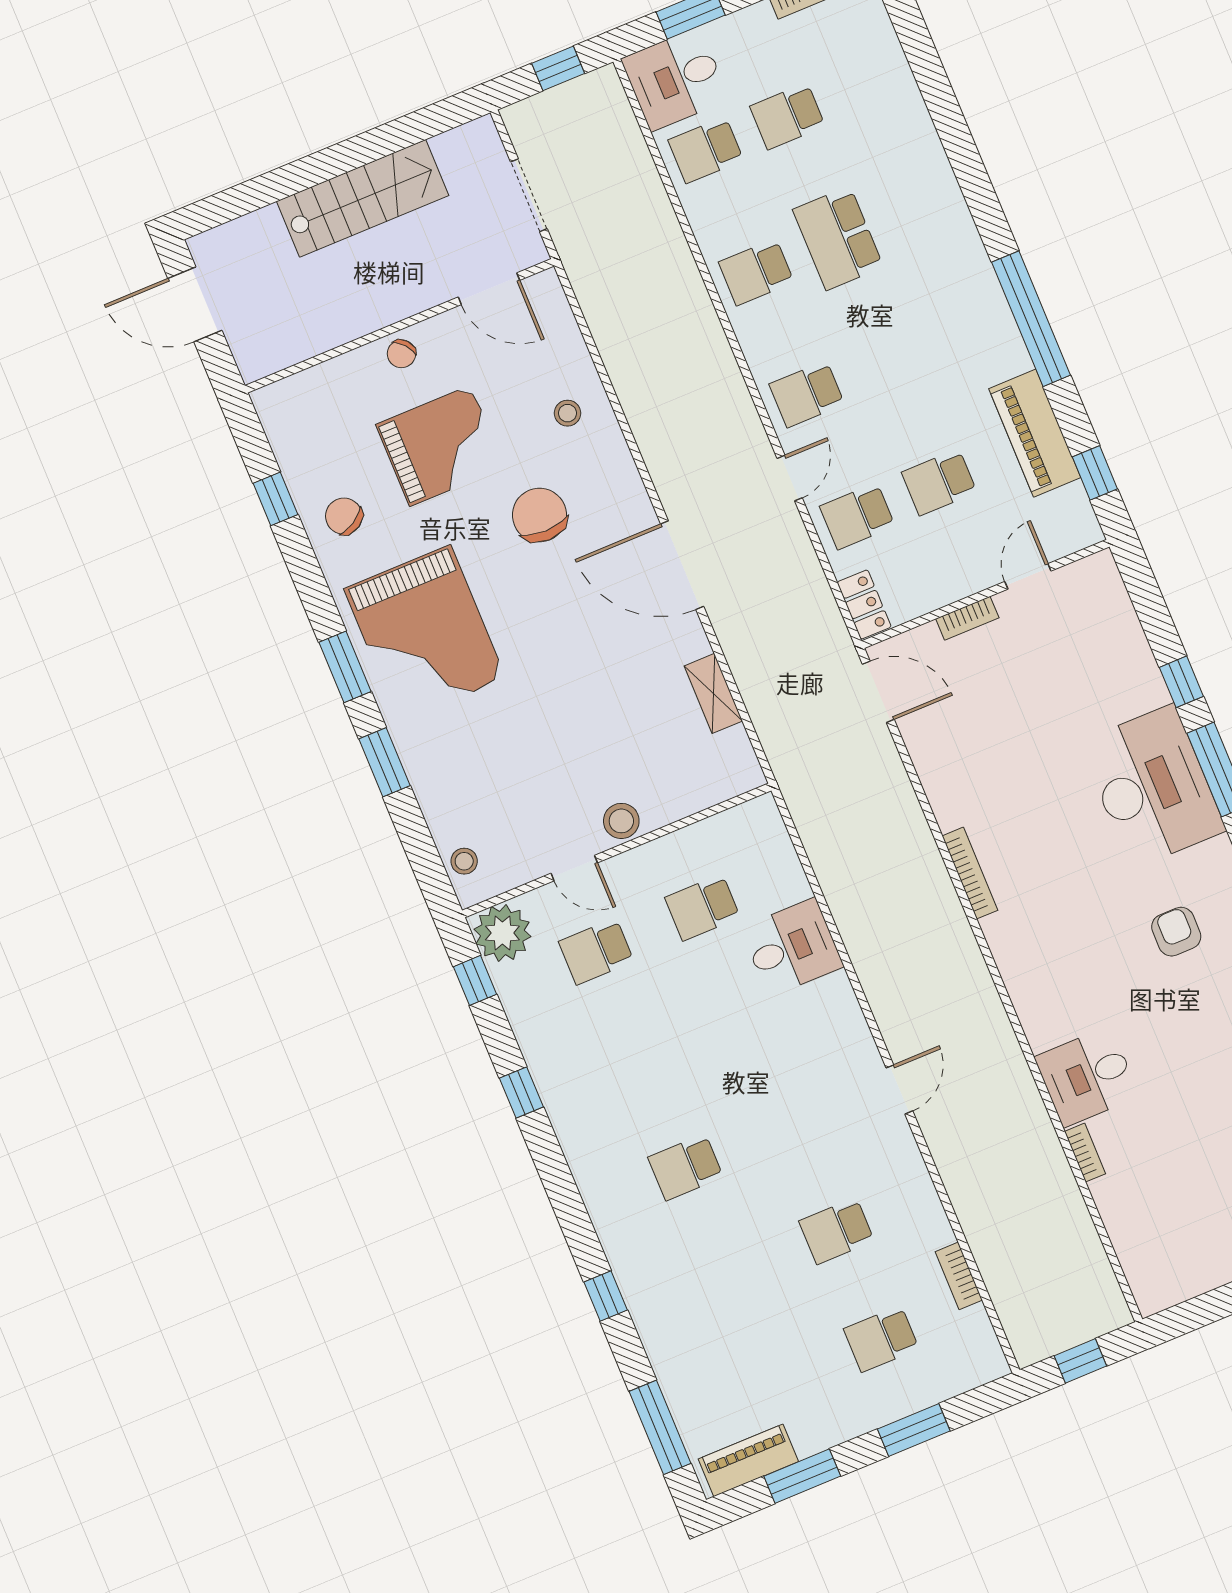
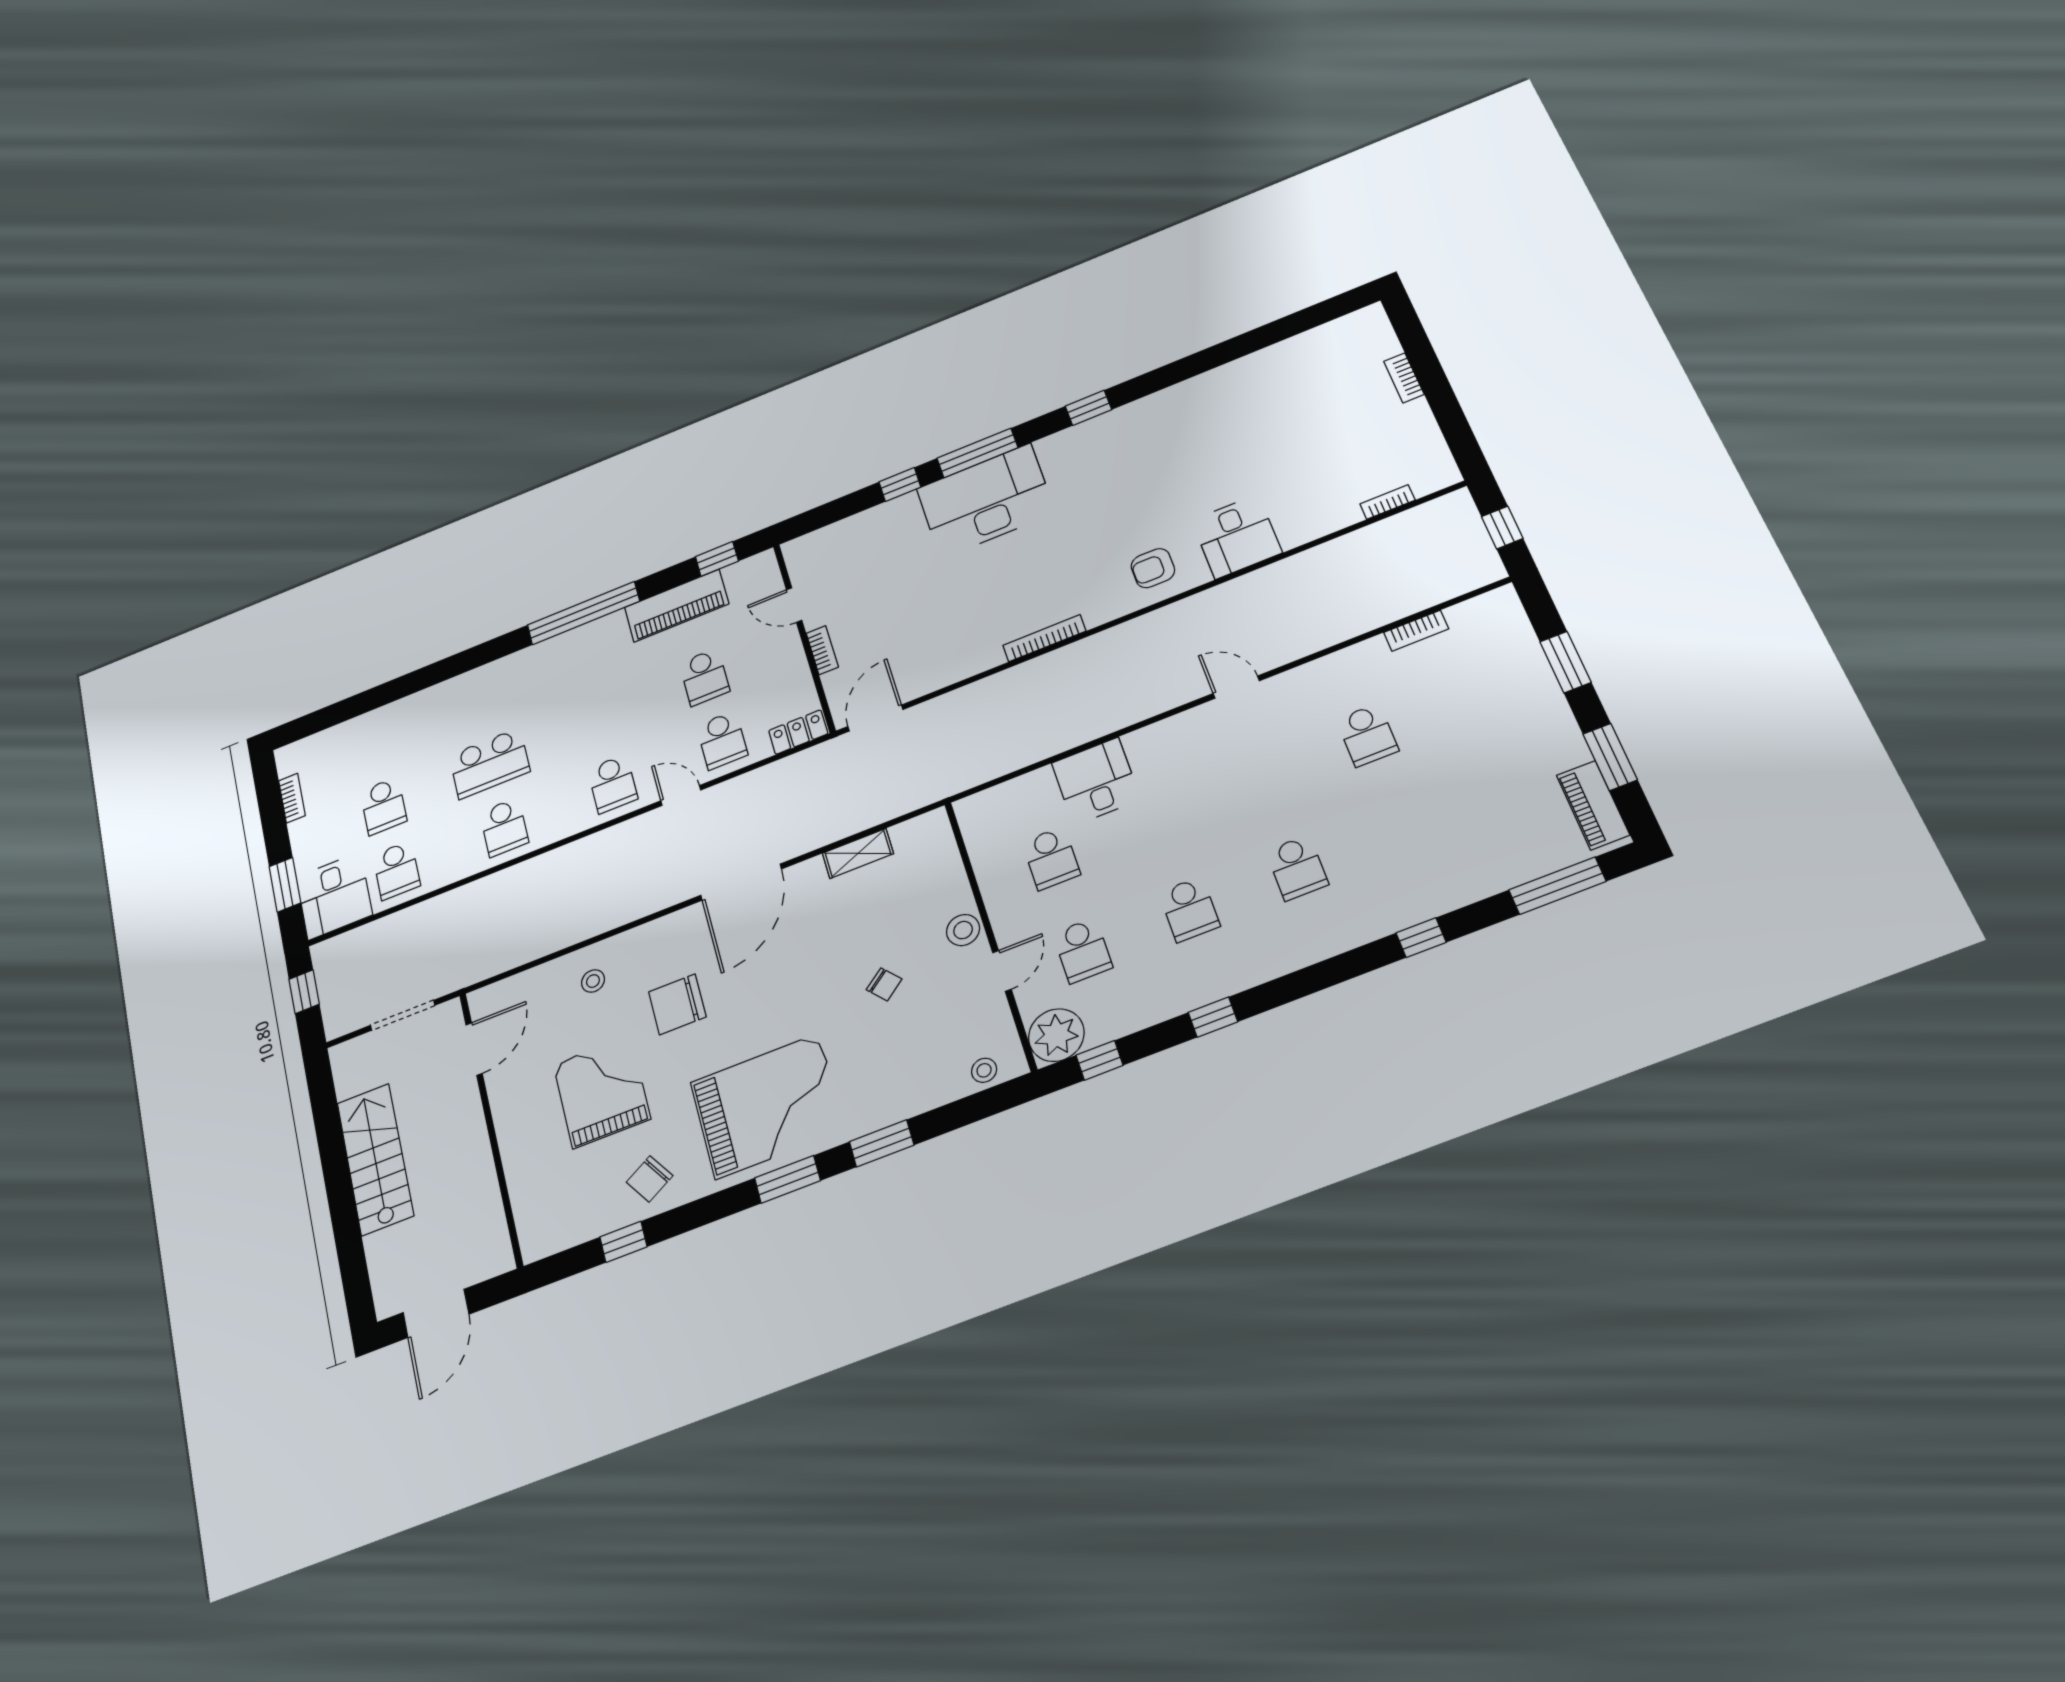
chair: (401, 354) -> (884, 984), moved
armchair: (1176, 932) -> (1153, 568), moved
bookcase: (1085, 1153) -> (1388, 502), moved
school desk: (881, 1339) -> (1189, 909), moved

